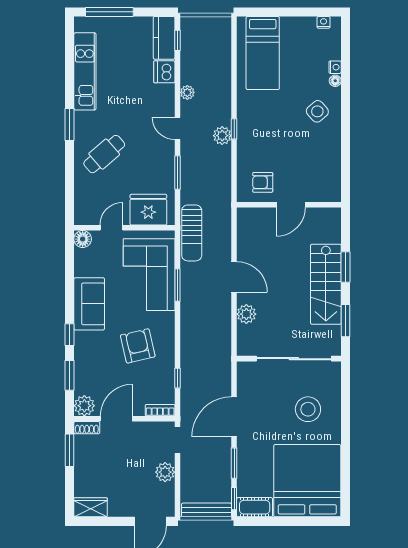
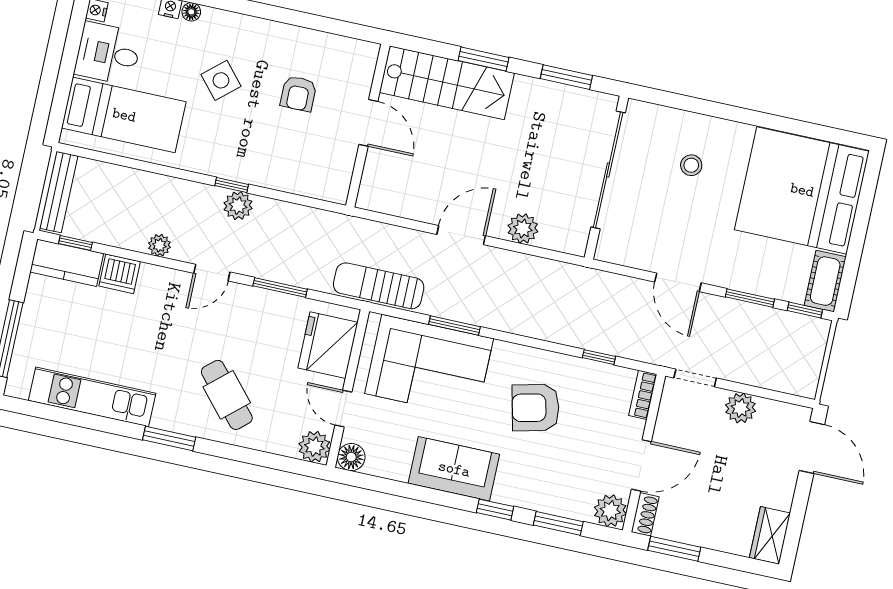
desk: (298, 35) -> (108, 54), added
side table: (317, 111) -> (221, 80), moved
armchair: (263, 182) -> (298, 94), moved
plant: (84, 215) -> (314, 447), added
sun lounger: (192, 233) -> (379, 286), turned 180
stairs: (326, 284) -> (447, 83), moved
stool: (308, 409) -> (691, 165), width x0.53, depth x0.53
door: (234, 417) -> (678, 282), width x0.73
door: (116, 419) -> (641, 465), swing flipped
bench: (207, 510) -> (59, 192), moved

